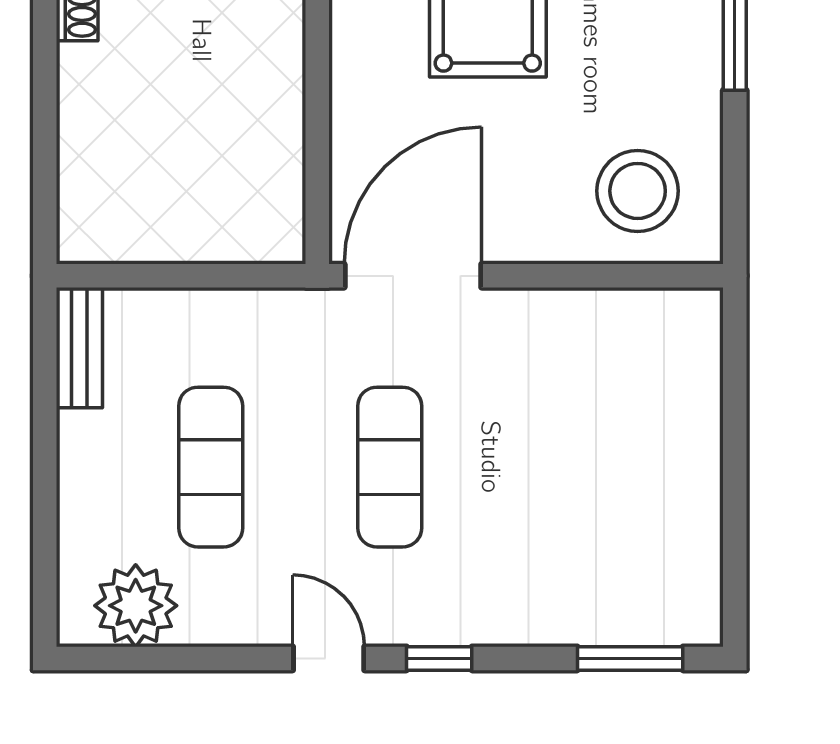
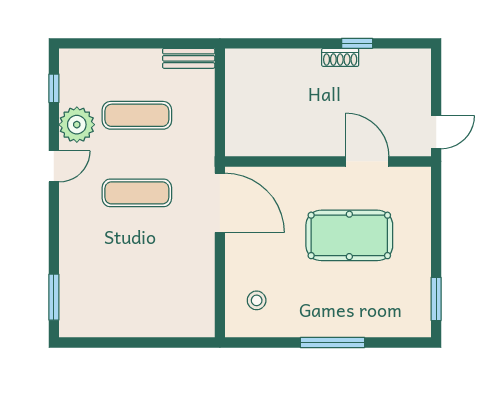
stool: (638, 191) -> (257, 300), width x0.53, depth x0.53
plant: (136, 606) -> (77, 125), moved
window: (439, 658) -> (54, 88), moved

